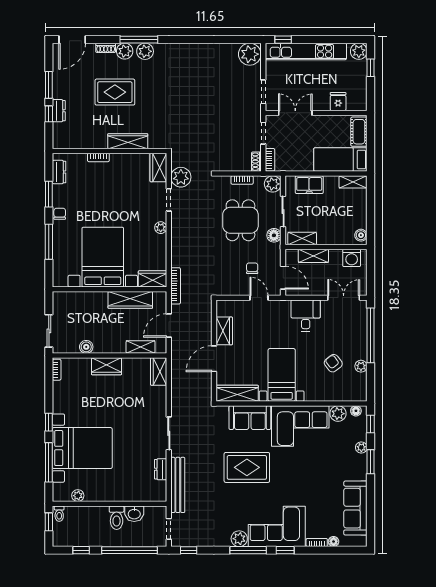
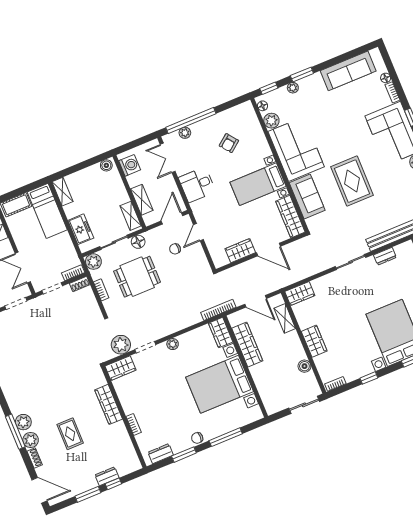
rug: (115, 92) -> (70, 434), width x0.73, depth x0.70
plant: (361, 366) -> (185, 133), moved
window: (49, 422) -> (369, 378), moved

